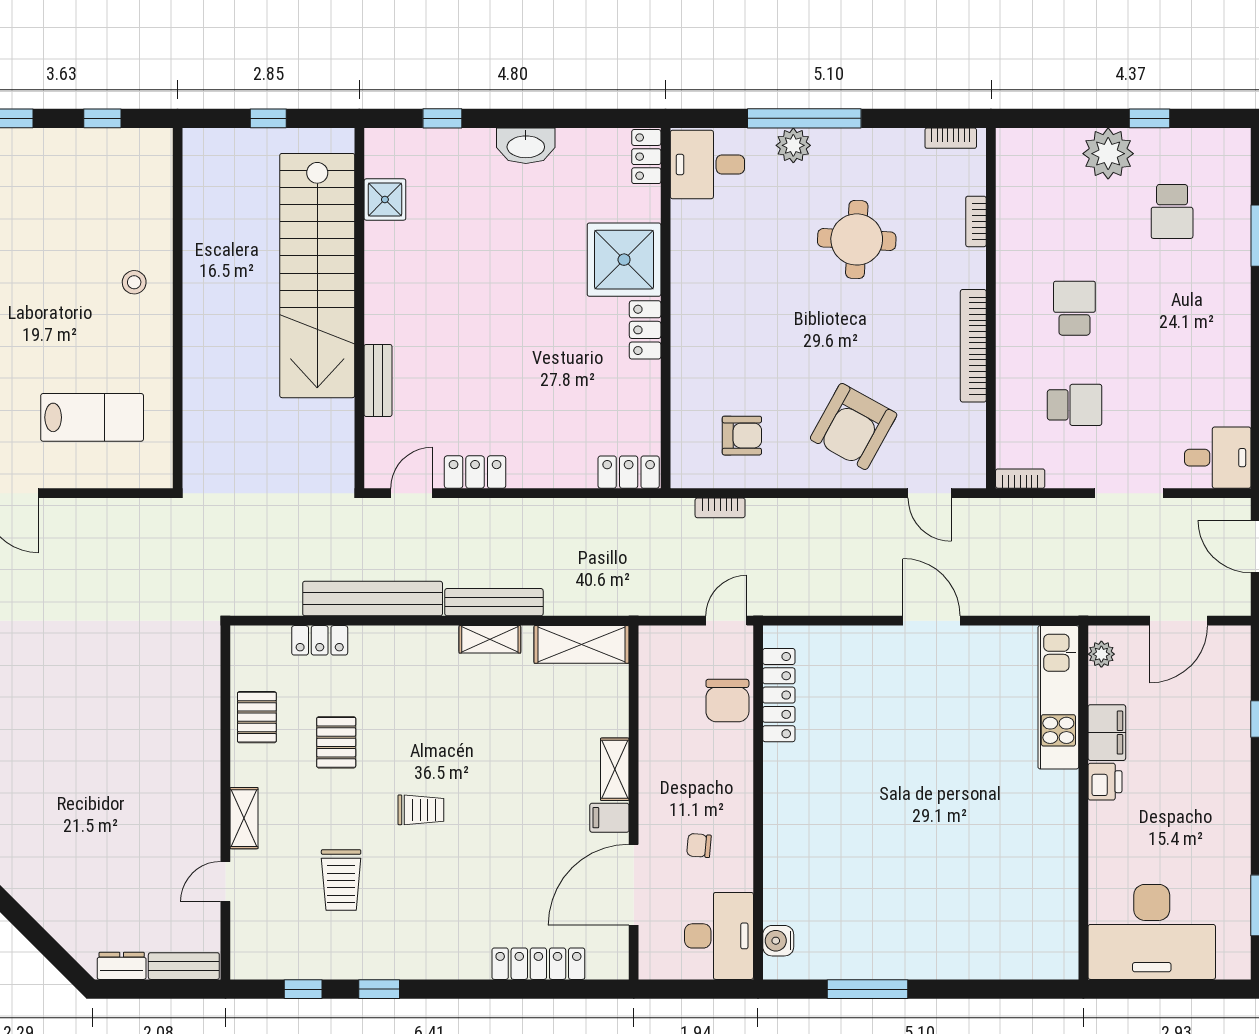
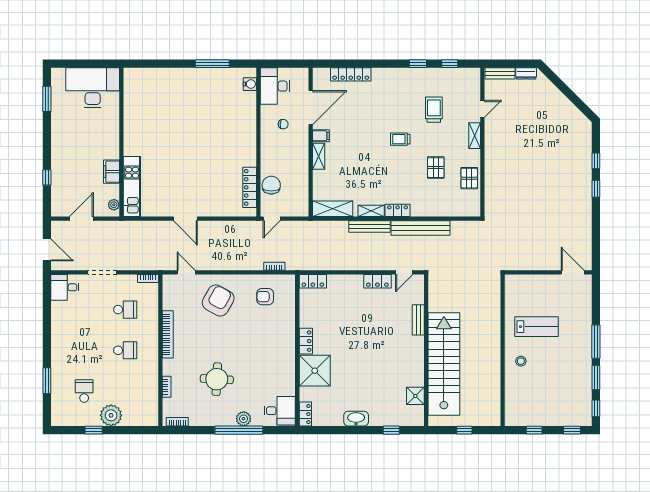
school desk: (1074, 308) -> (125, 350), turned -90
school desk: (1074, 405) -> (125, 310), turned 180
lab bench: (92, 417) -> (536, 327), moved, turned 180
locker: (320, 640) -> (398, 210), moved
printer: (1105, 782) -> (112, 151), removed

